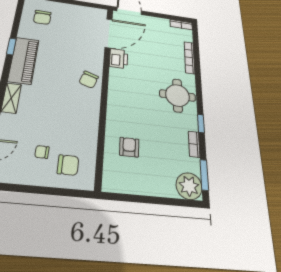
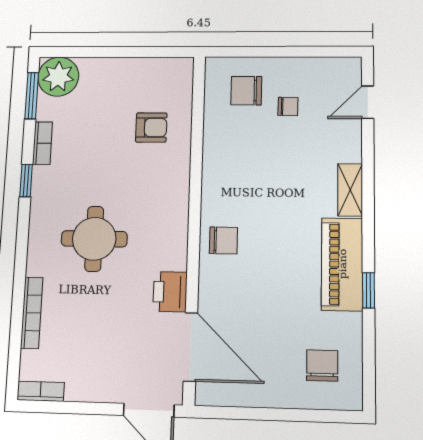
door: (109, 33) -> (190, 347), swing flipped
chair: (89, 80) -> (223, 240), turned 71
round table: (178, 95) -> (94, 239), moved
armchair: (129, 147) -> (151, 127), turned -90

